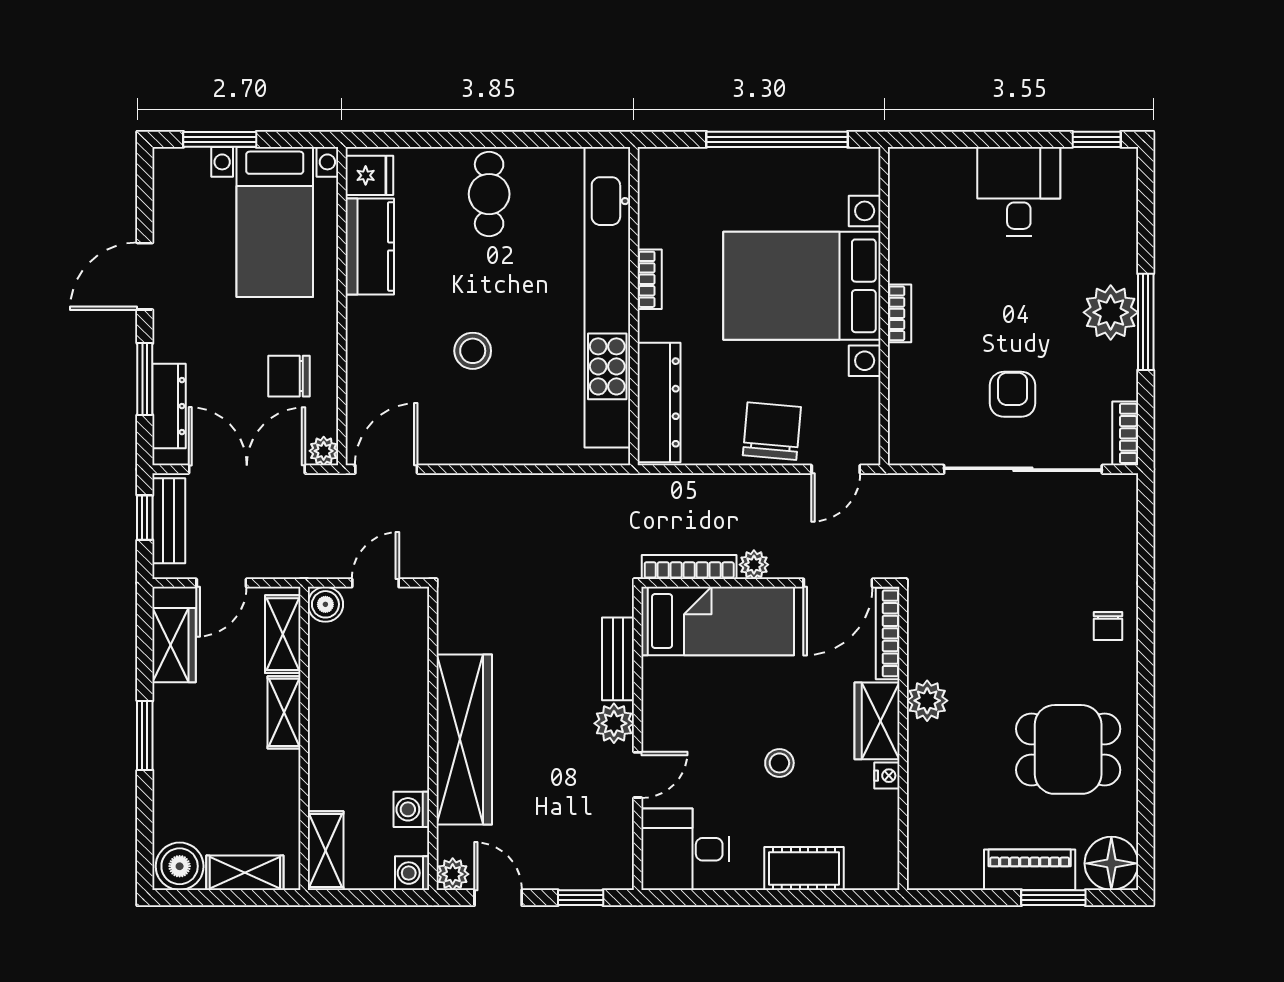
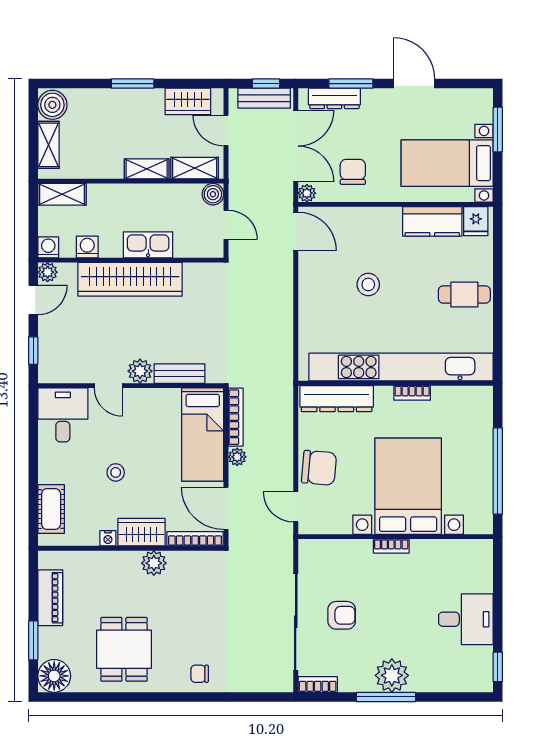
kitchen sink: (408, 710) -> (148, 245), added
cot: (804, 868) -> (51, 509), moved
piano: (1030, 870) -> (50, 598), moved

